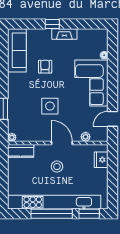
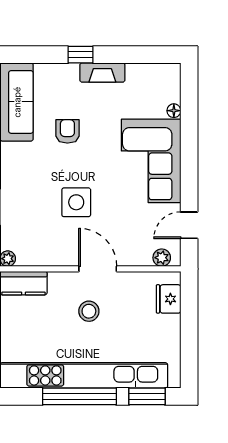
plant: (86, 137) -> (162, 258), moved

